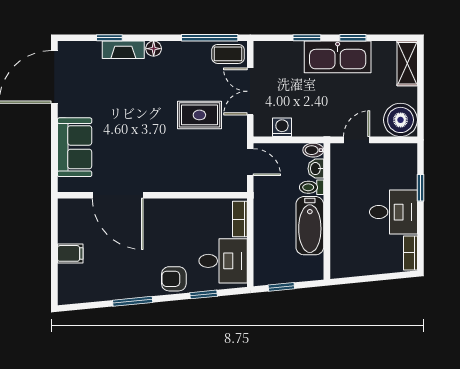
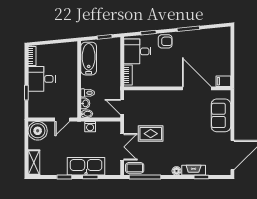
kitchen sink: (338, 57) -> (86, 166), moved
washing machine: (282, 127) -> (90, 127), moved
bathtub: (310, 226) -> (89, 59), moved
filing cabinet: (70, 253) -> (223, 81), moved

